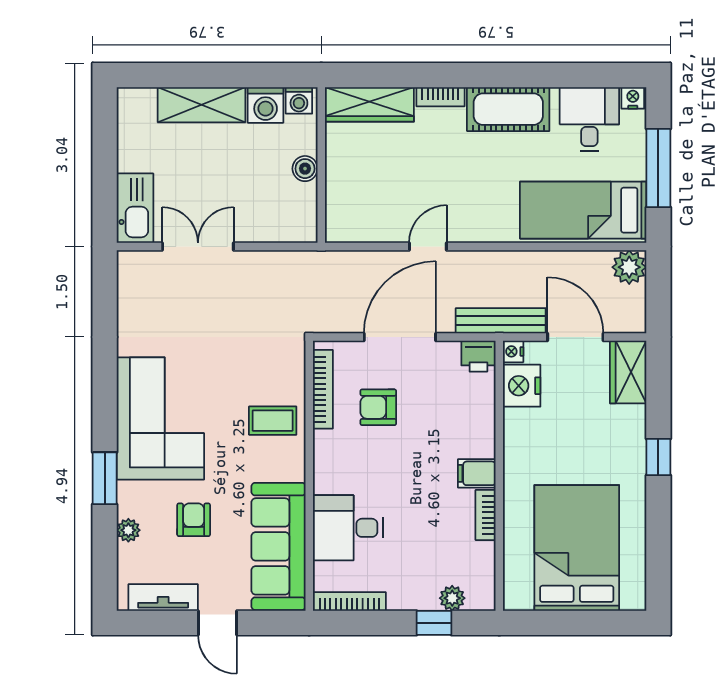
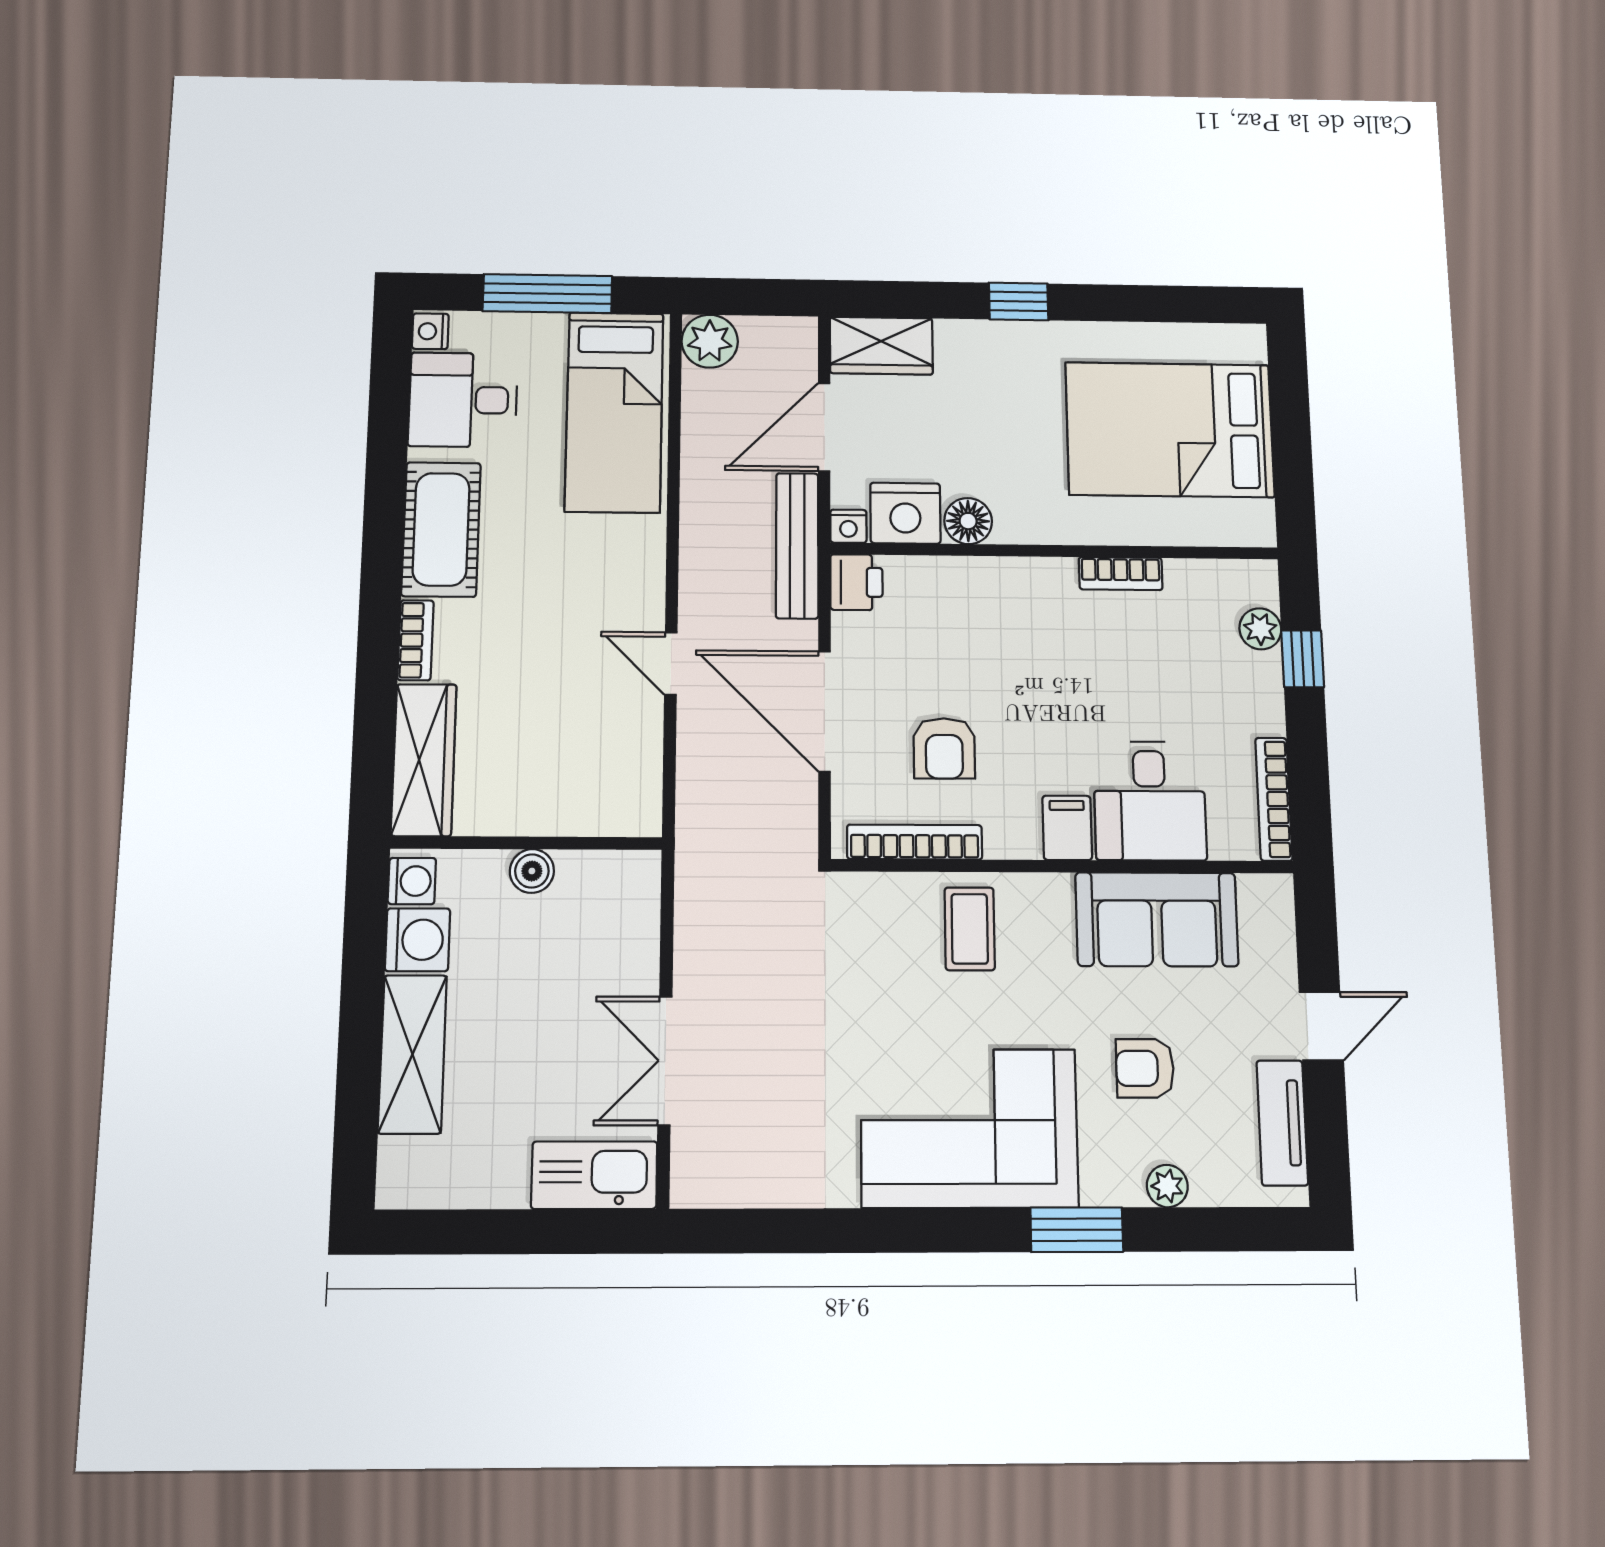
floor lamp: (517, 424) -> (968, 521), added
filing cabinet: (477, 473) -> (1067, 828), moved, turned 180
sofa: (278, 546) -> (1157, 919), width x0.73

